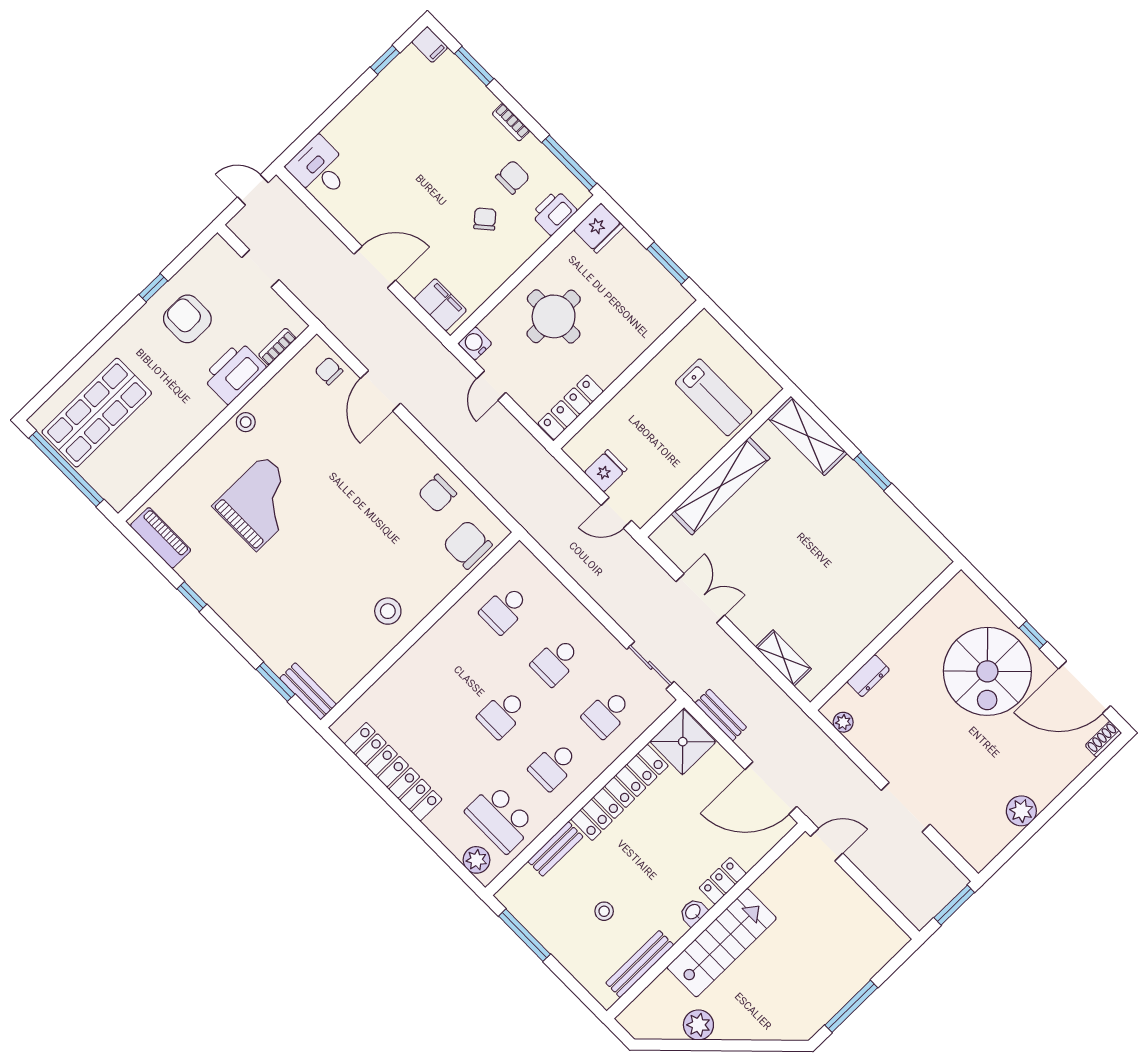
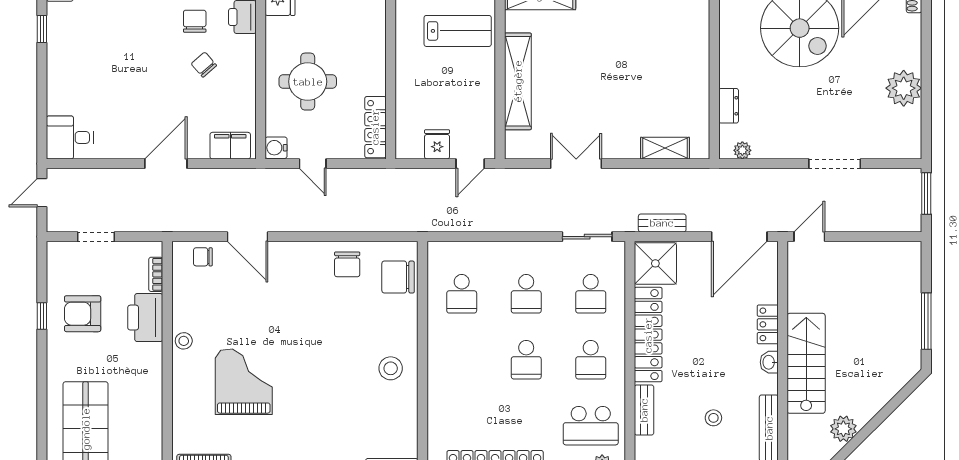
plant: (1021, 811) -> (904, 88), width x1.36, depth x1.36

